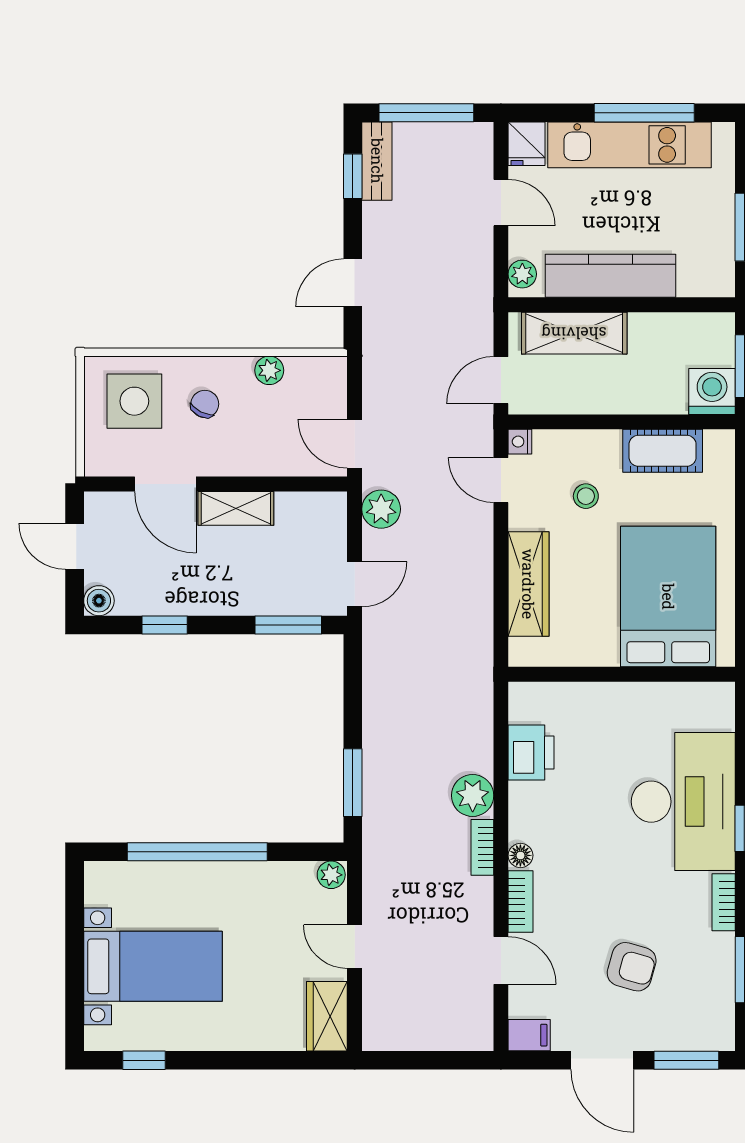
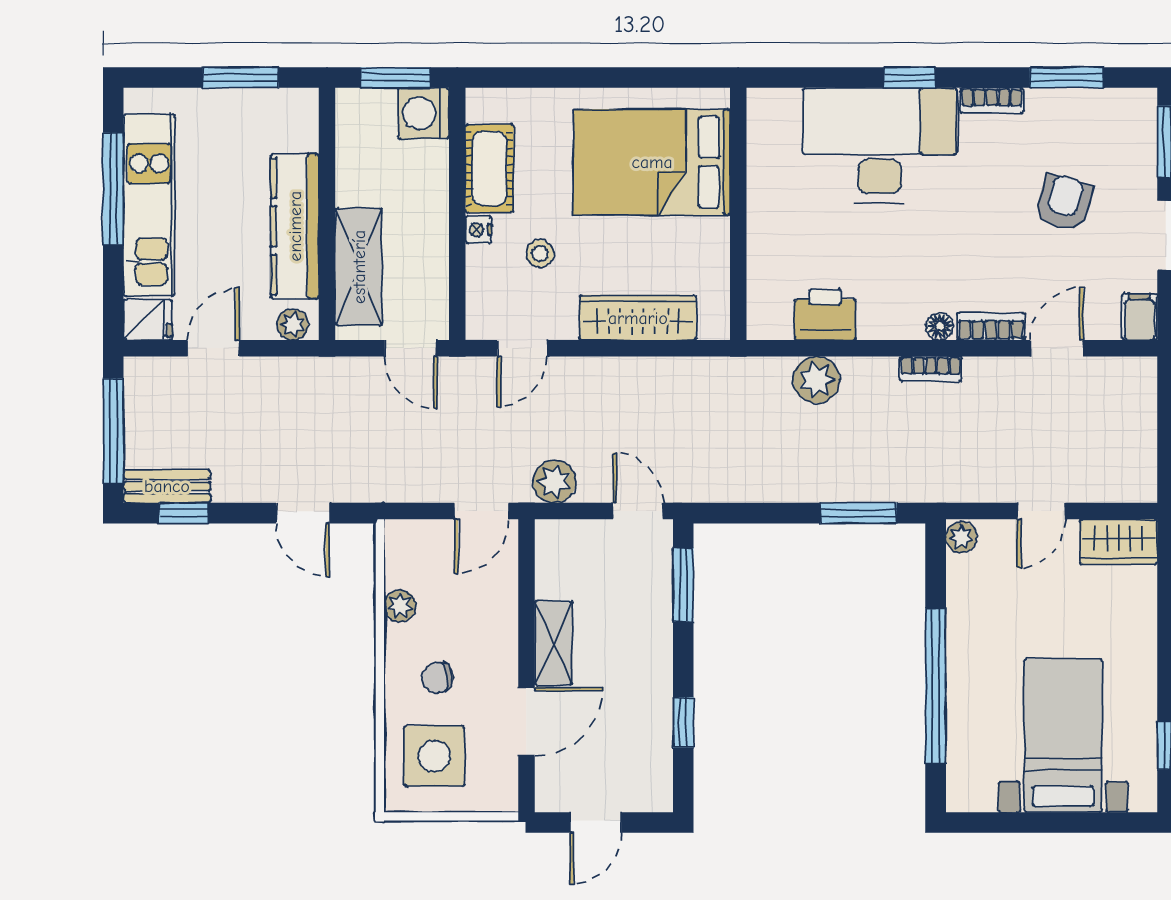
chair: (205, 404) -> (437, 678), turned -35
nightstand: (520, 442) -> (478, 230), moved, turned 90
boiler: (99, 601) -> (656, 796), removed
plant: (473, 795) -> (816, 380), moved

